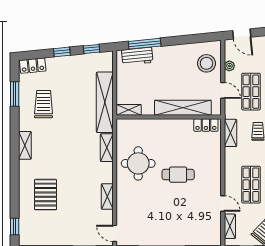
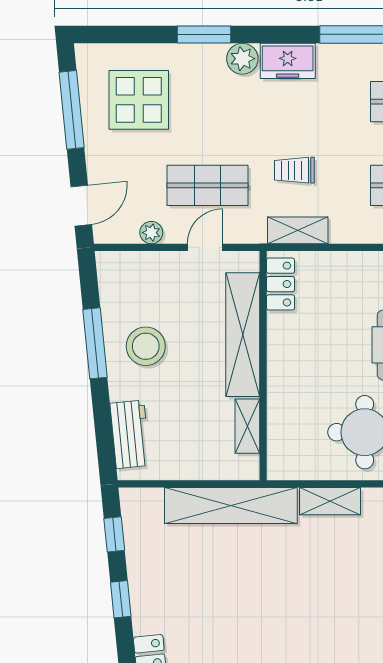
window: (145, 44) -> (95, 343), moved
stool: (206, 63) -> (146, 346), moved
trolley: (44, 104) -> (235, 640), removed
shelving: (129, 110) -> (247, 426), moved

